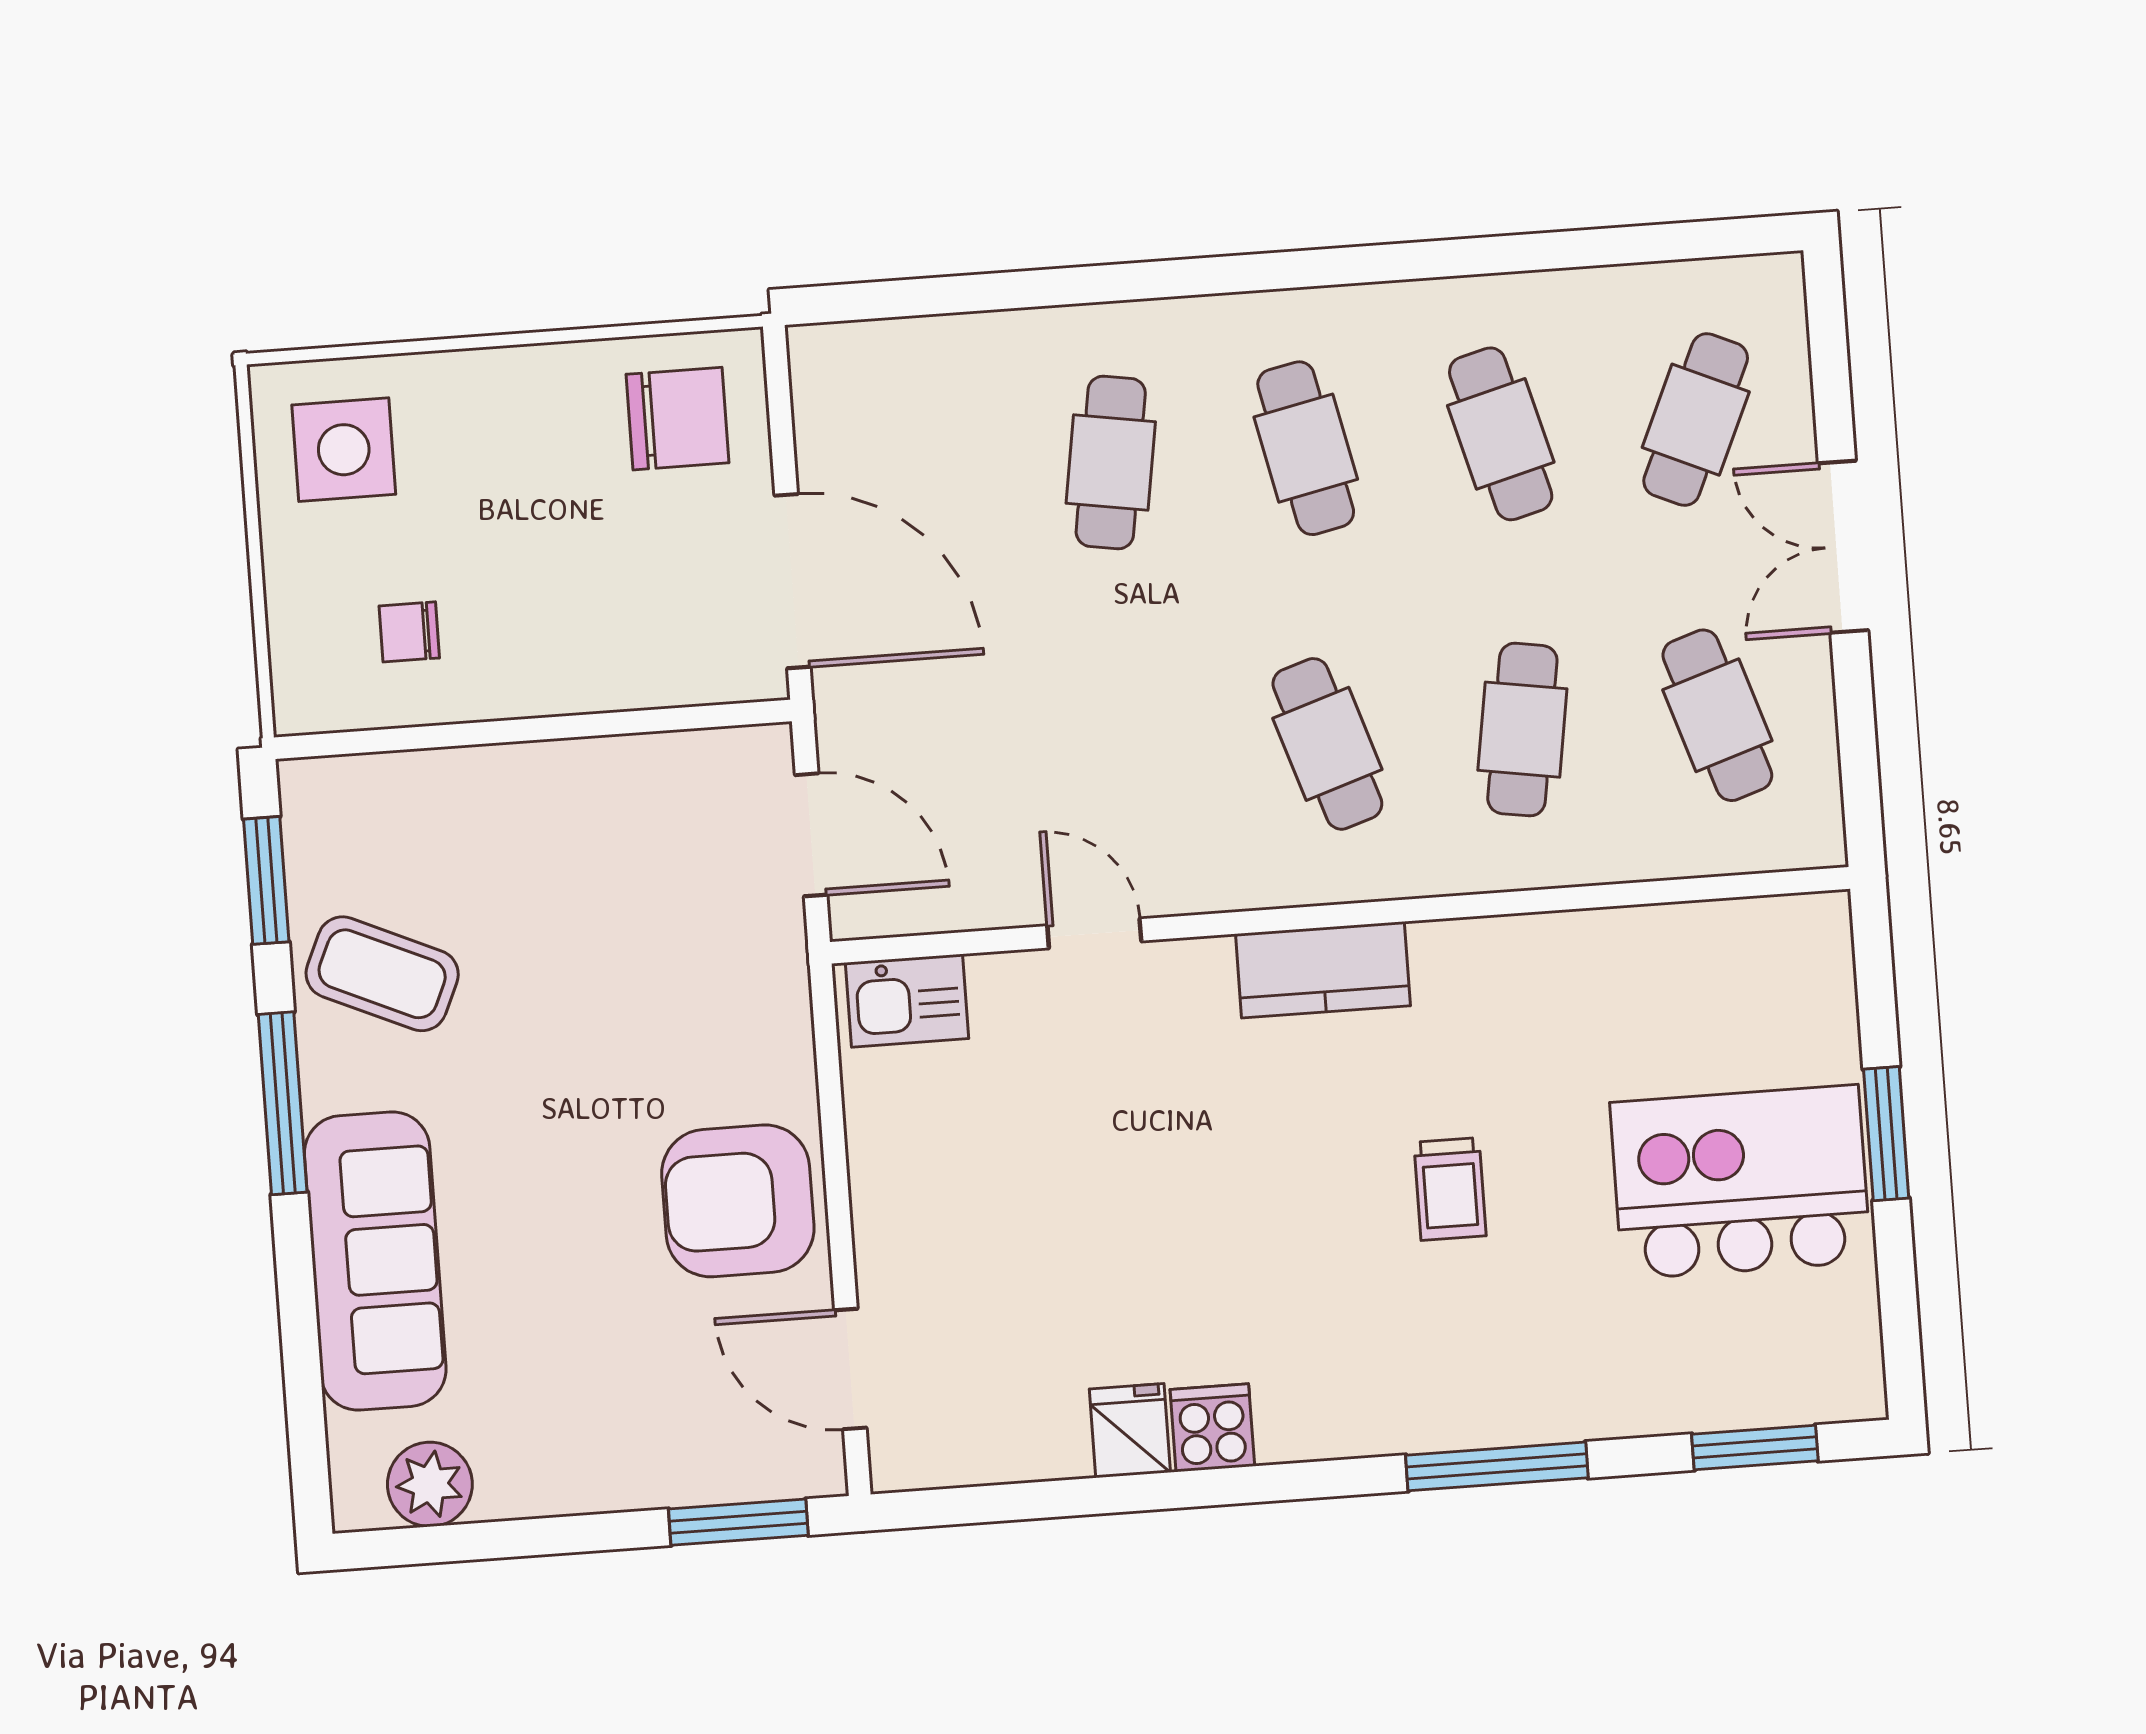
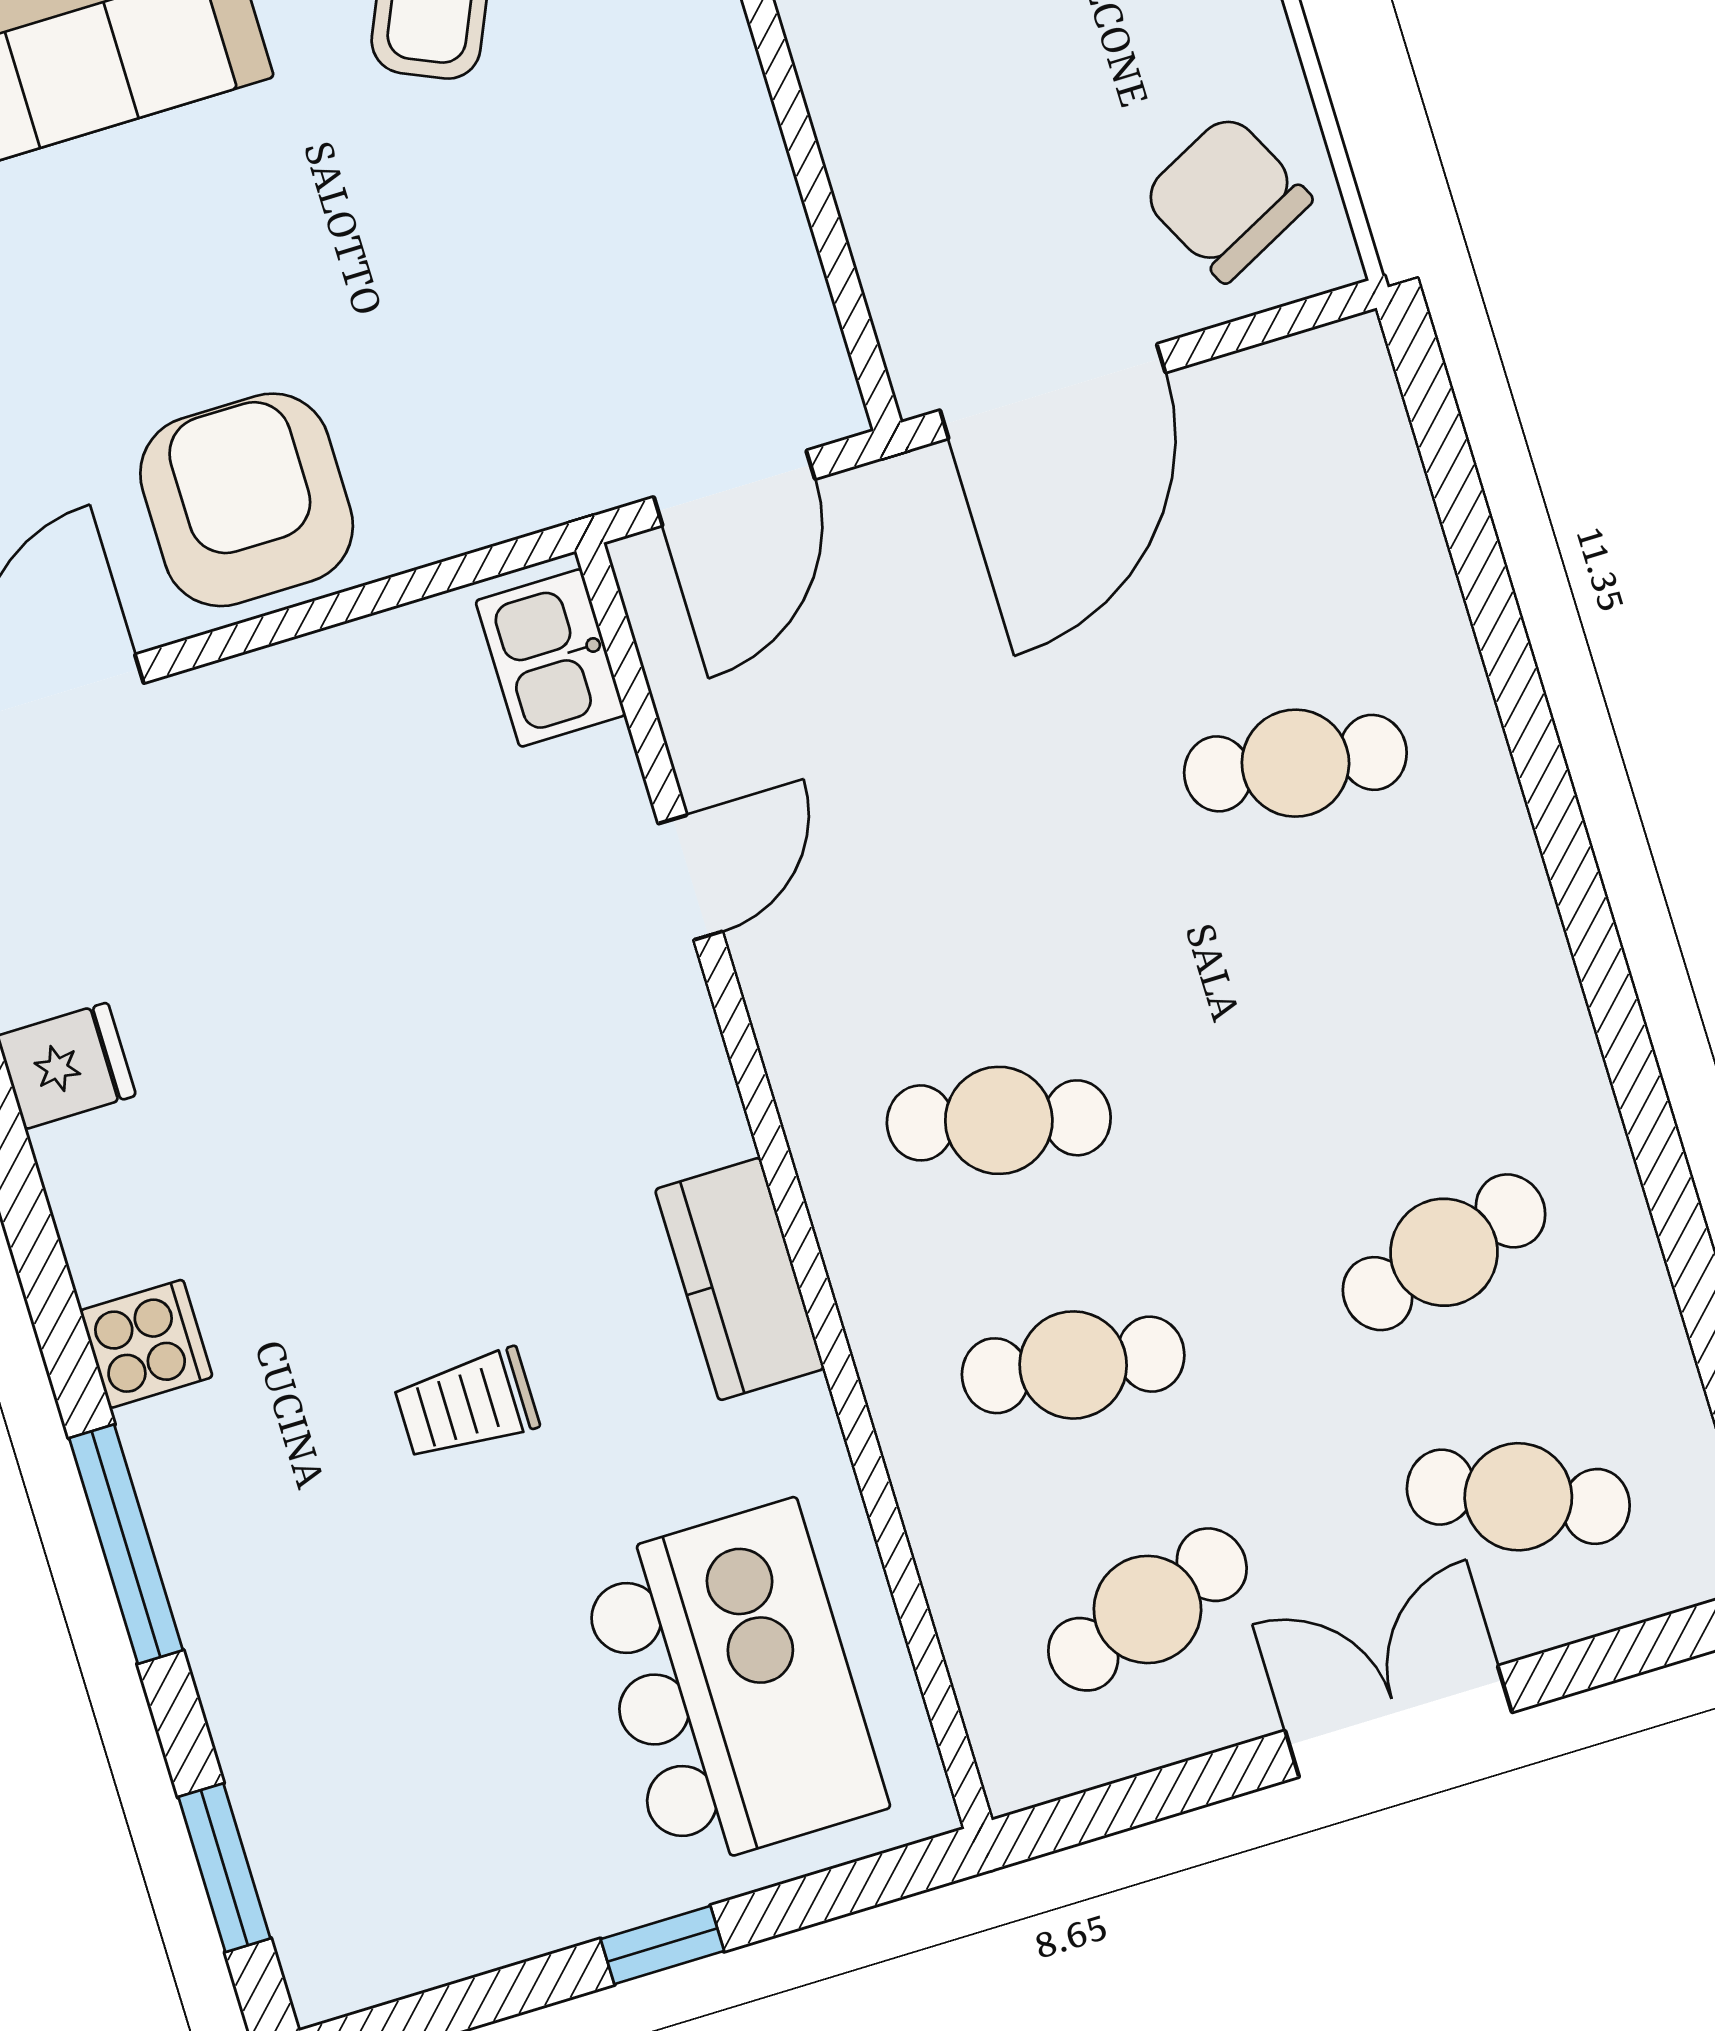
chair: (677, 419) -> (1227, 198), turned 153
cafe table: (1306, 448) -> (1370, 1008), removed
cafe table: (1327, 744) -> (999, 1120), turned 33
kitchen counter: (1323, 970) -> (740, 1279), moved
window: (1886, 1134) -> (662, 1945), width x0.67
kitchen island: (1740, 1182) -> (732, 1686), moved
cooker: (1212, 1428) -> (146, 1344), moved

